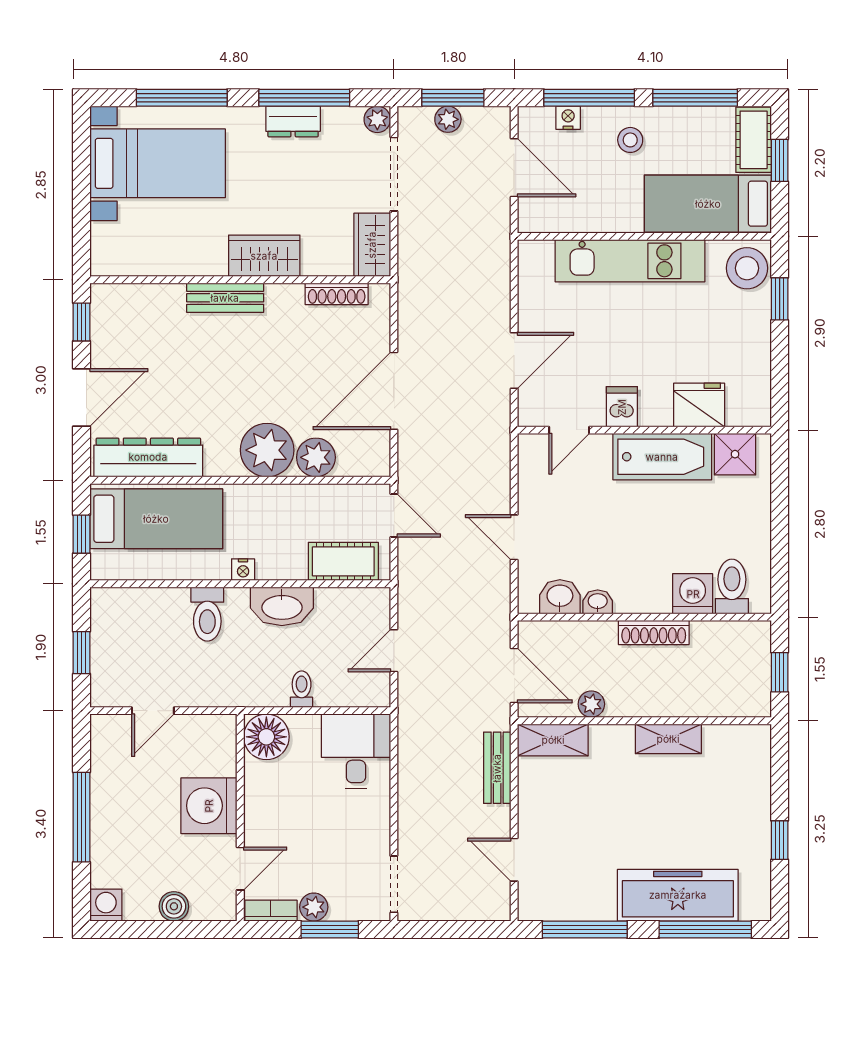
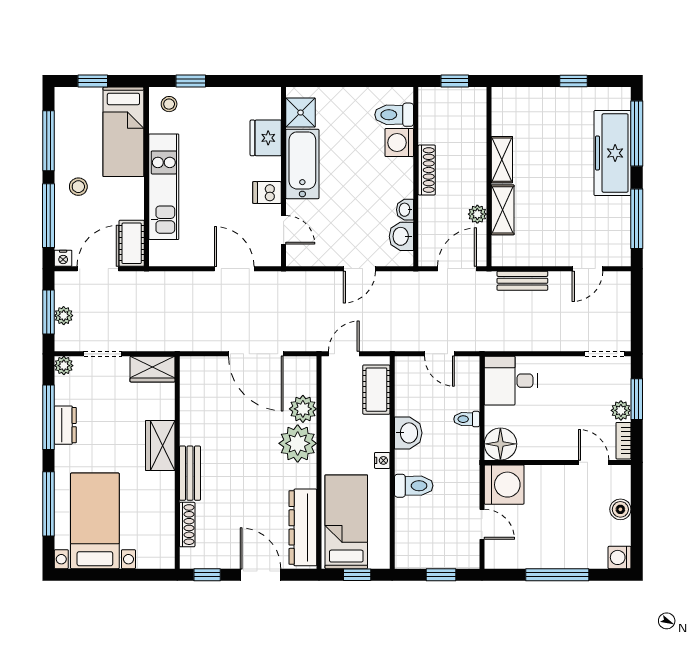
nightstand: (568, 118) -> (63, 258), moved, turned -90
cot: (754, 140) -> (132, 243), moved, turned 90
doorway: (394, 174) -> (103, 354), width x0.73
stool: (747, 268) -> (169, 104), width x0.53, depth x0.53
shoe rack: (337, 294) -> (187, 525), moved
washbasin: (282, 606) -> (408, 433), width x0.72
shelving: (553, 740) -> (503, 210), moved
washing machine: (209, 806) -> (504, 485), moved, turned -90

